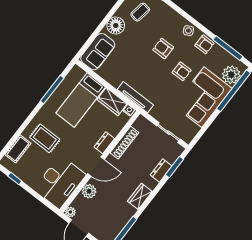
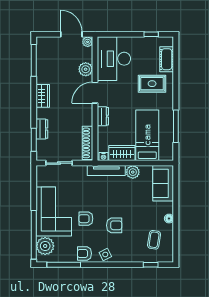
floor lamp: (116, 26) -> (169, 219), width x0.53, depth x0.53
plant: (115, 79) -> (133, 172), added
shoe rack: (124, 143) -> (87, 143), moved

